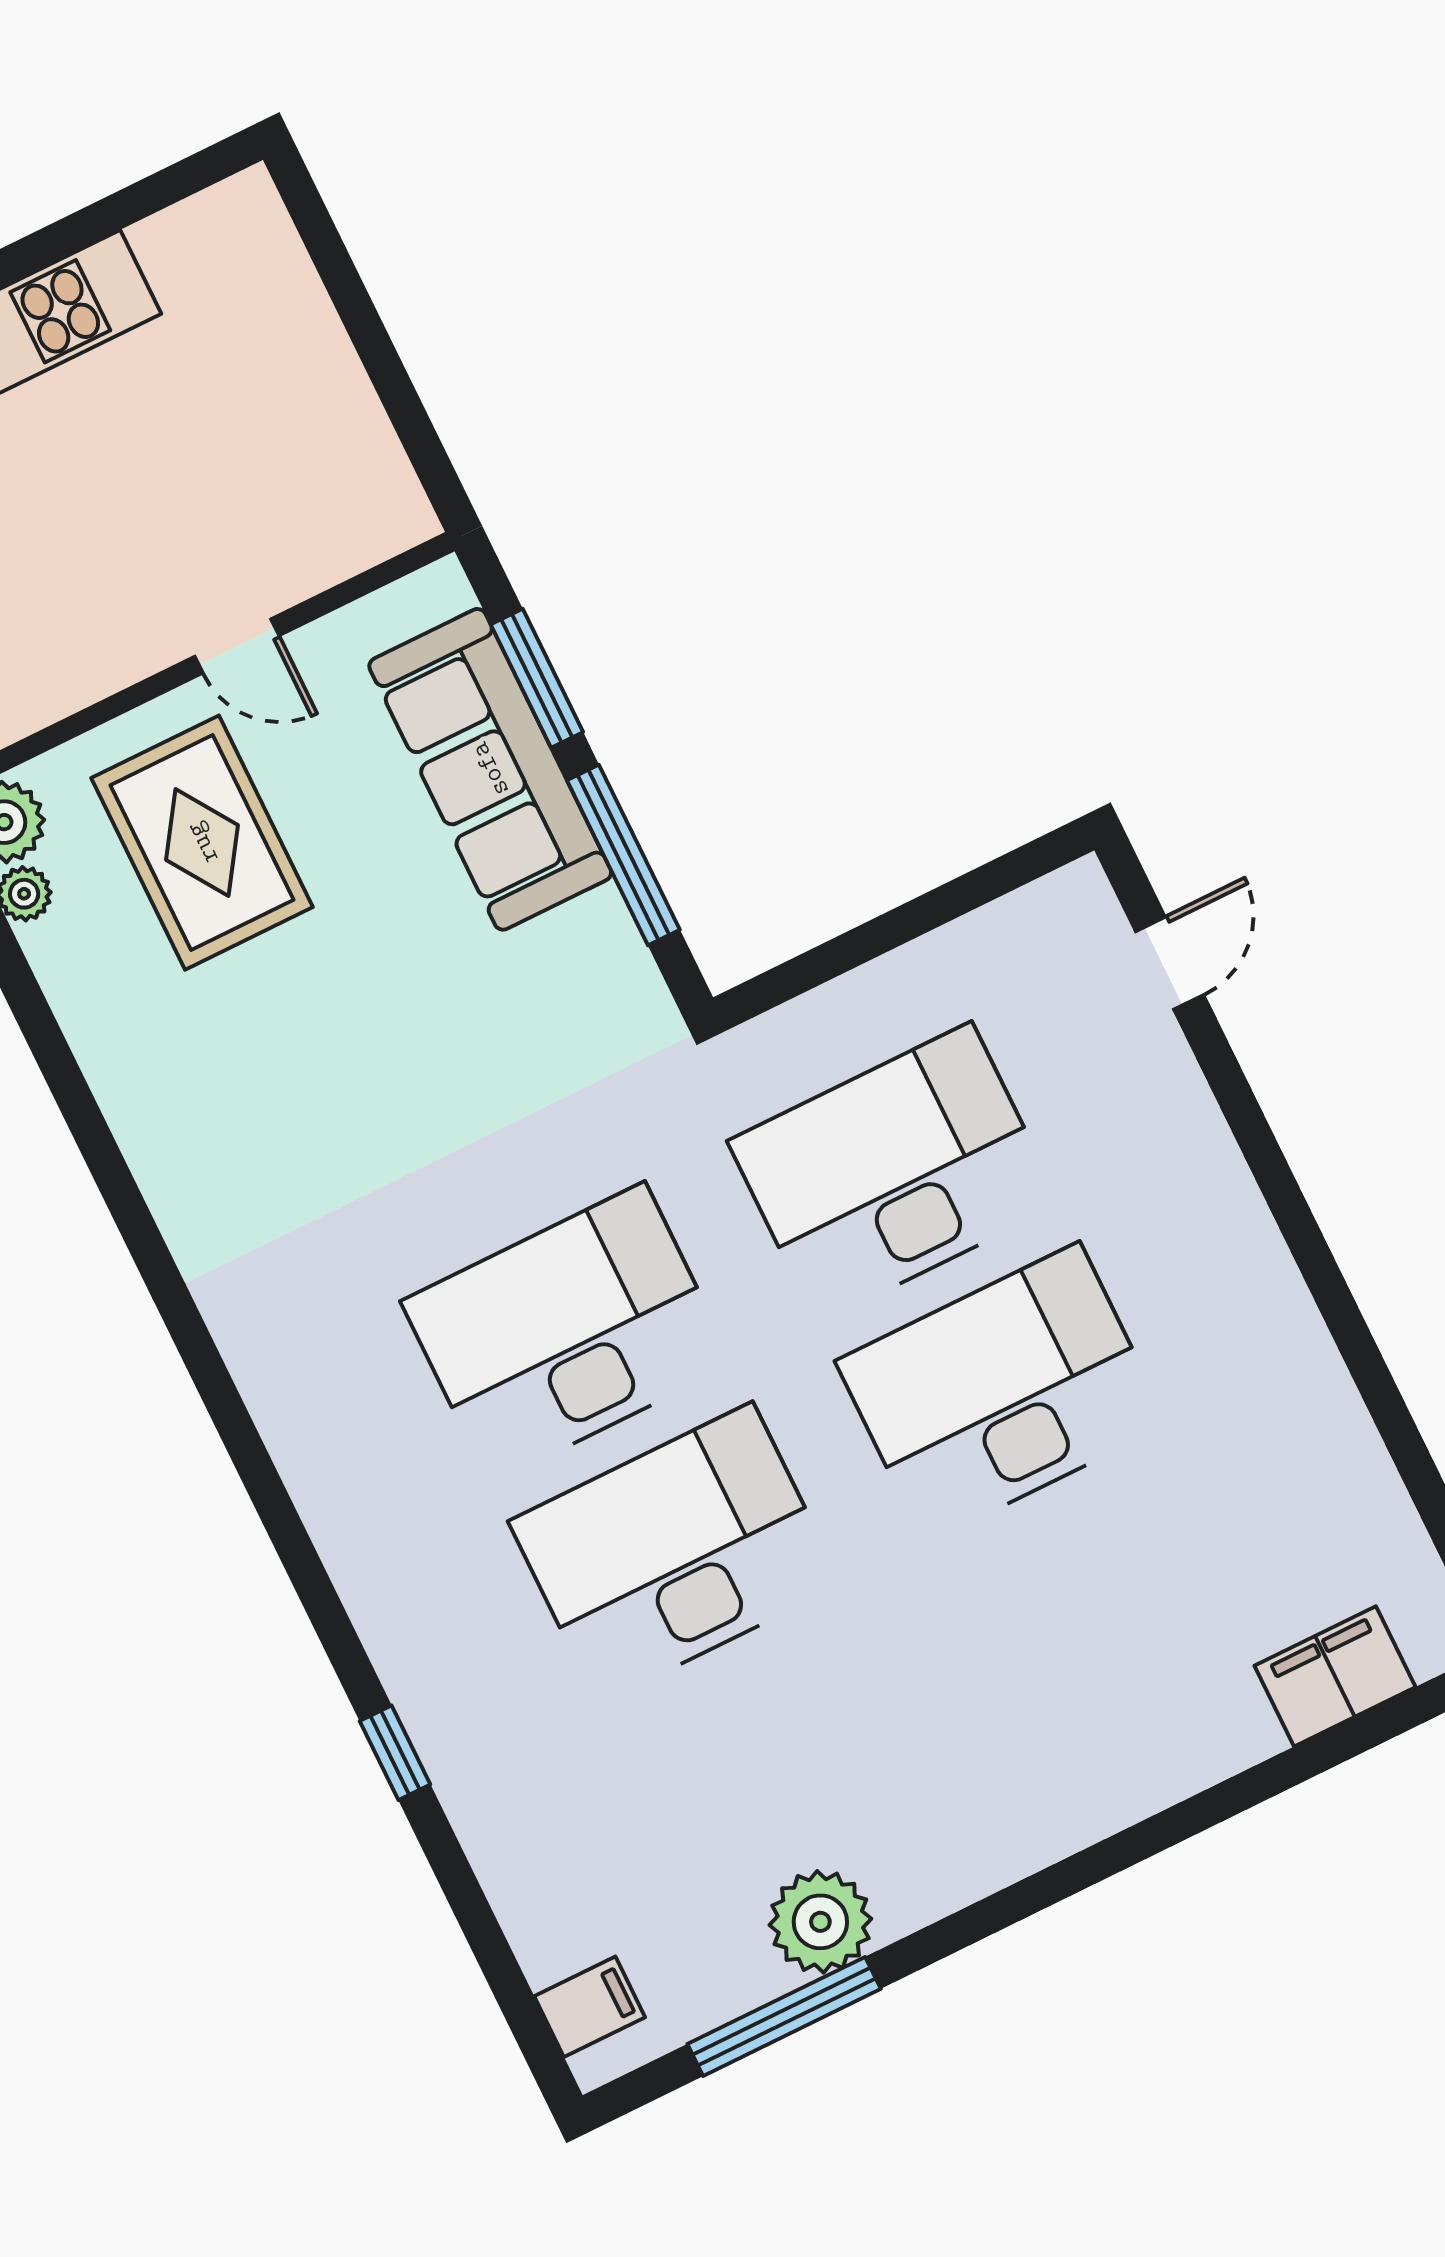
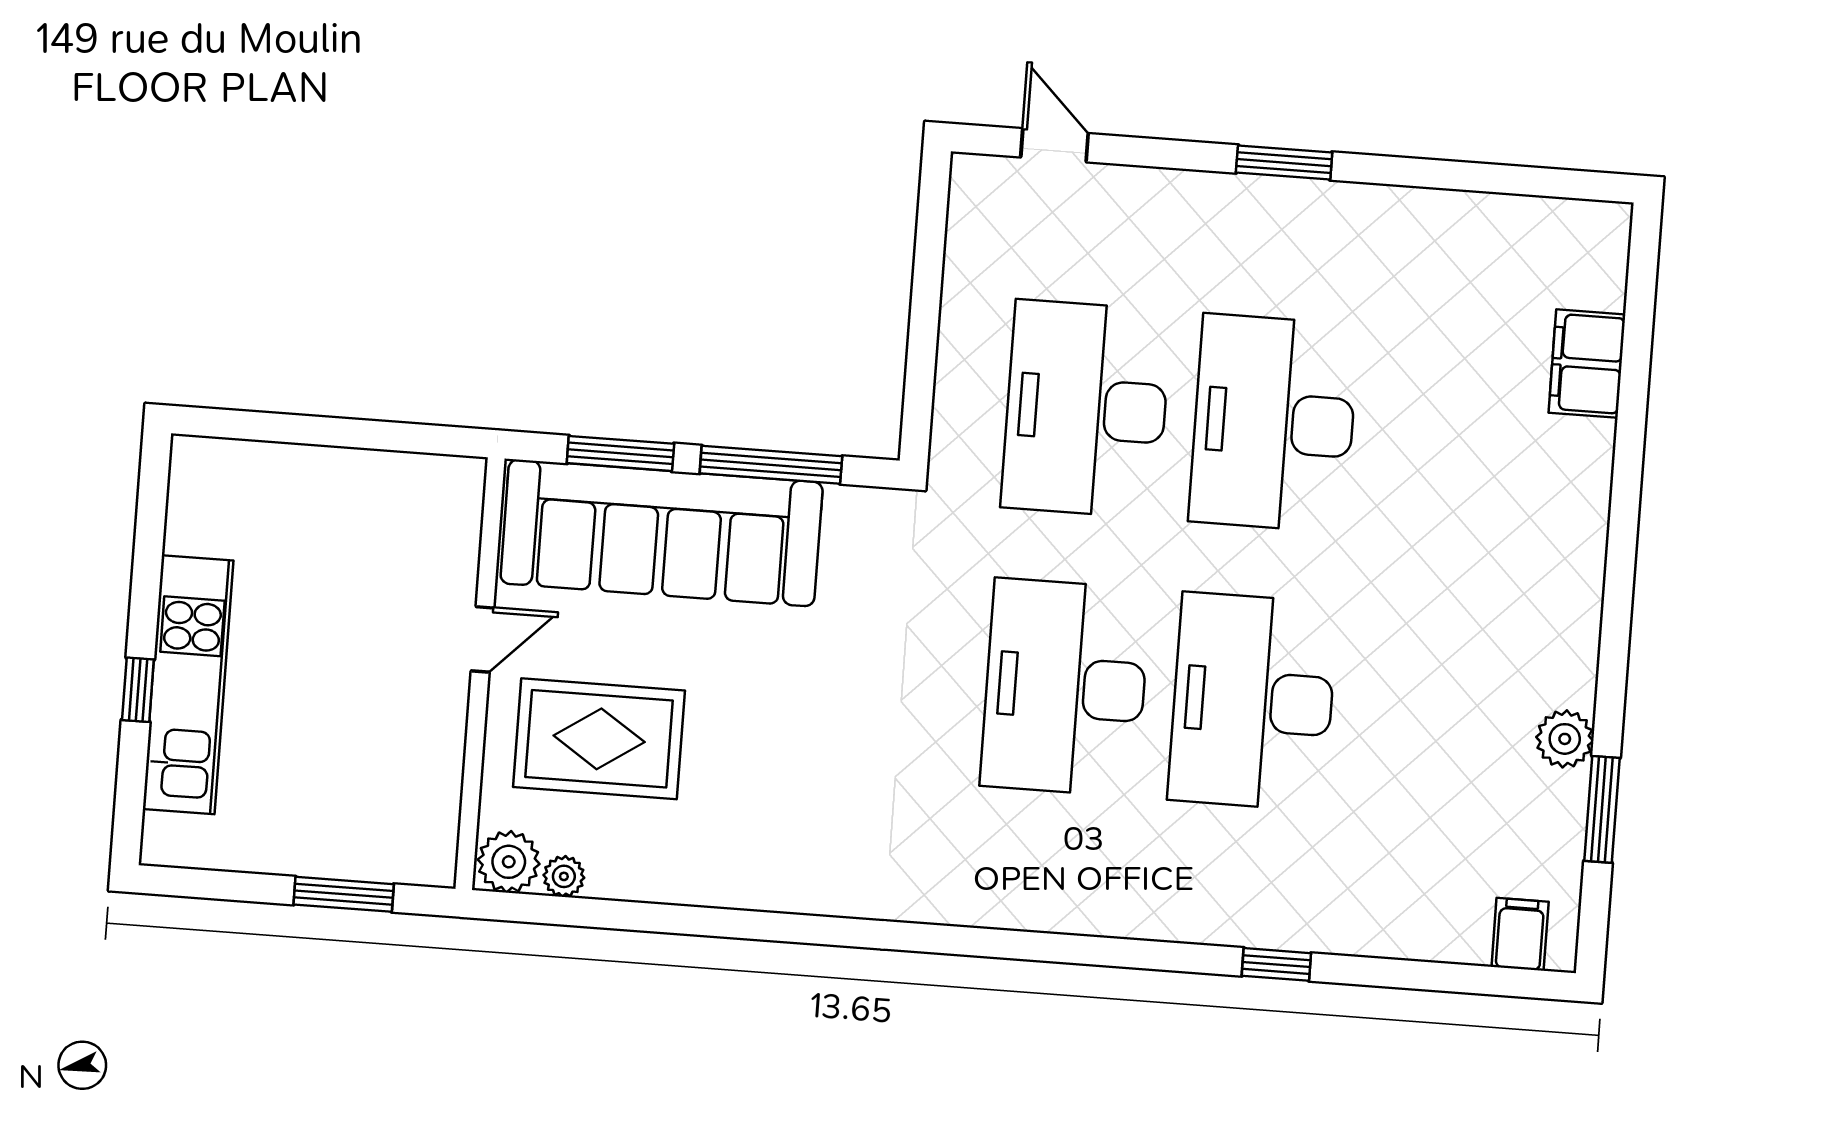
sofa: (490, 769) -> (662, 533), width x1.36, depth x1.27
window: (1301, 1233) -> (1284, 163), added
filing cabinet: (1335, 1676) -> (1587, 364), moved
plant: (820, 1922) -> (1565, 739), width x0.73, depth x0.73
window: (784, 2016) -> (1602, 809), width x0.69

